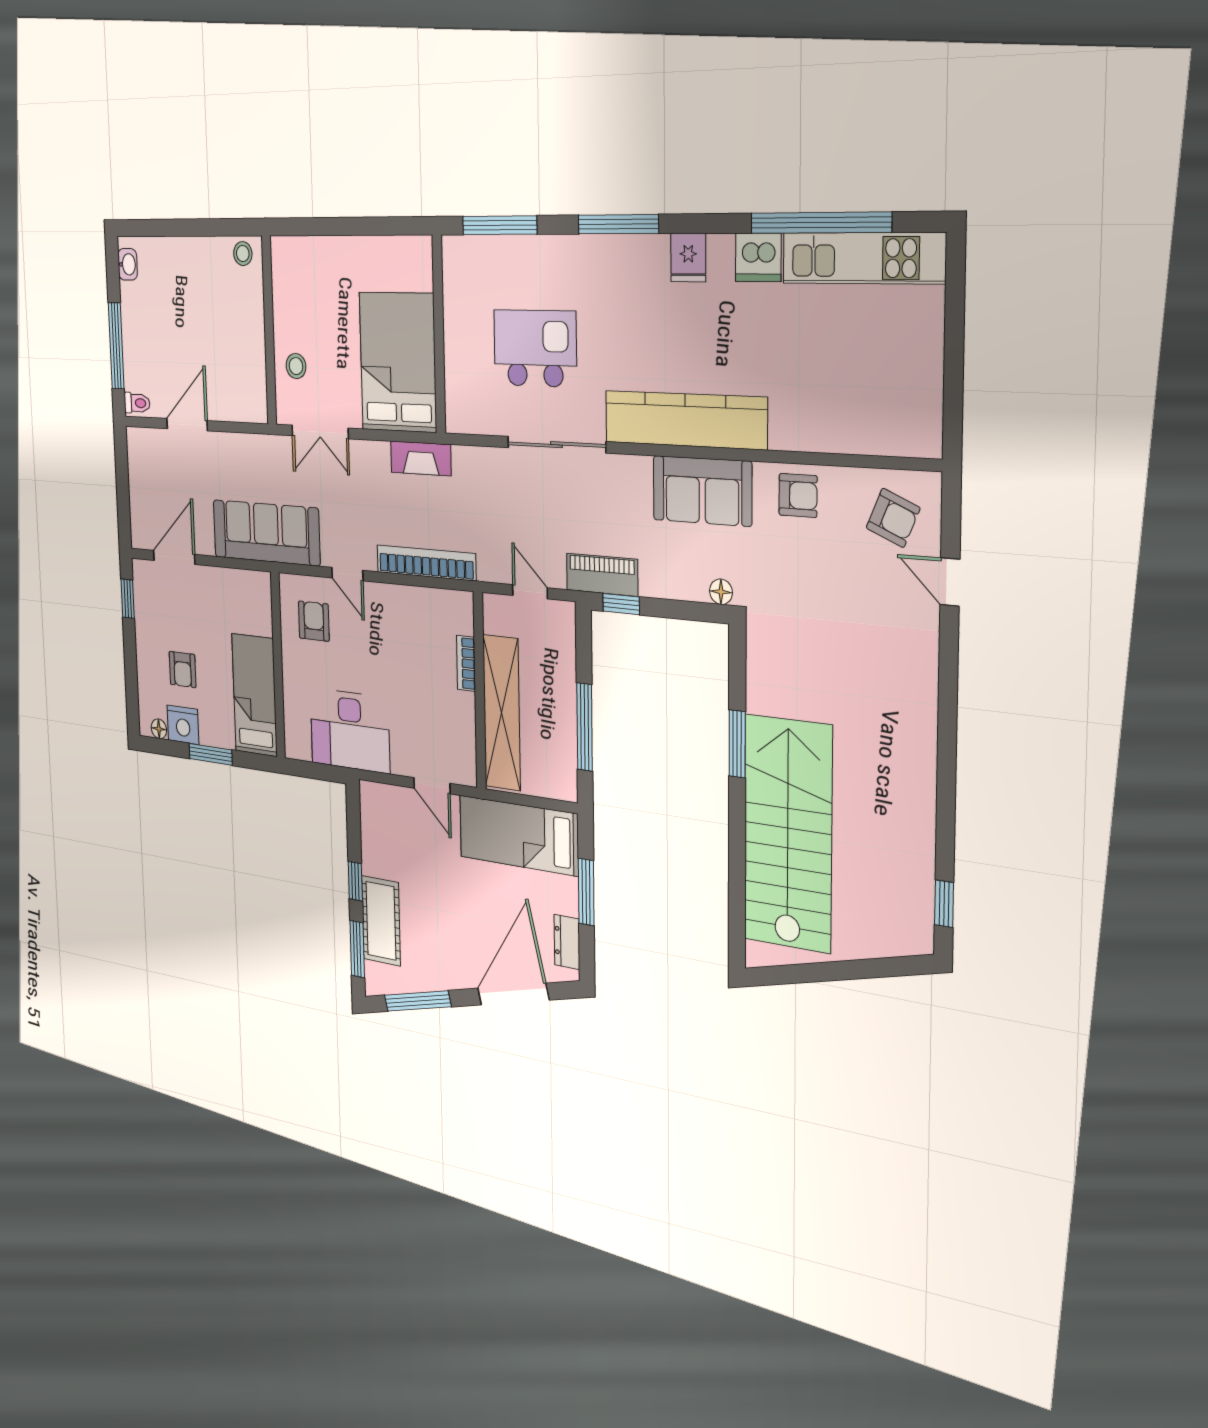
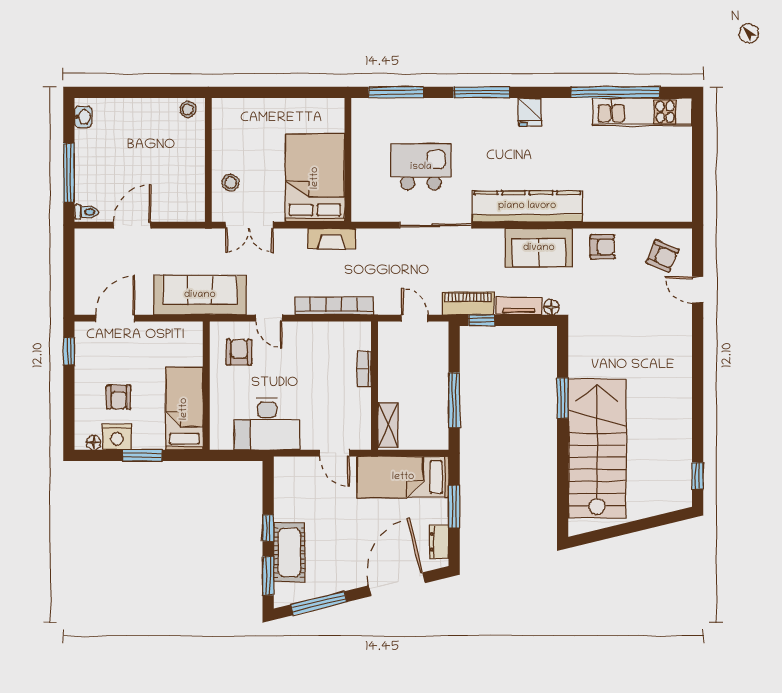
dishwasher: (758, 257) -> (576, 112), removed
tv unit: (674, 585) -> (519, 306), added
shelving: (502, 713) -> (388, 425), width x0.45, depth x0.75

